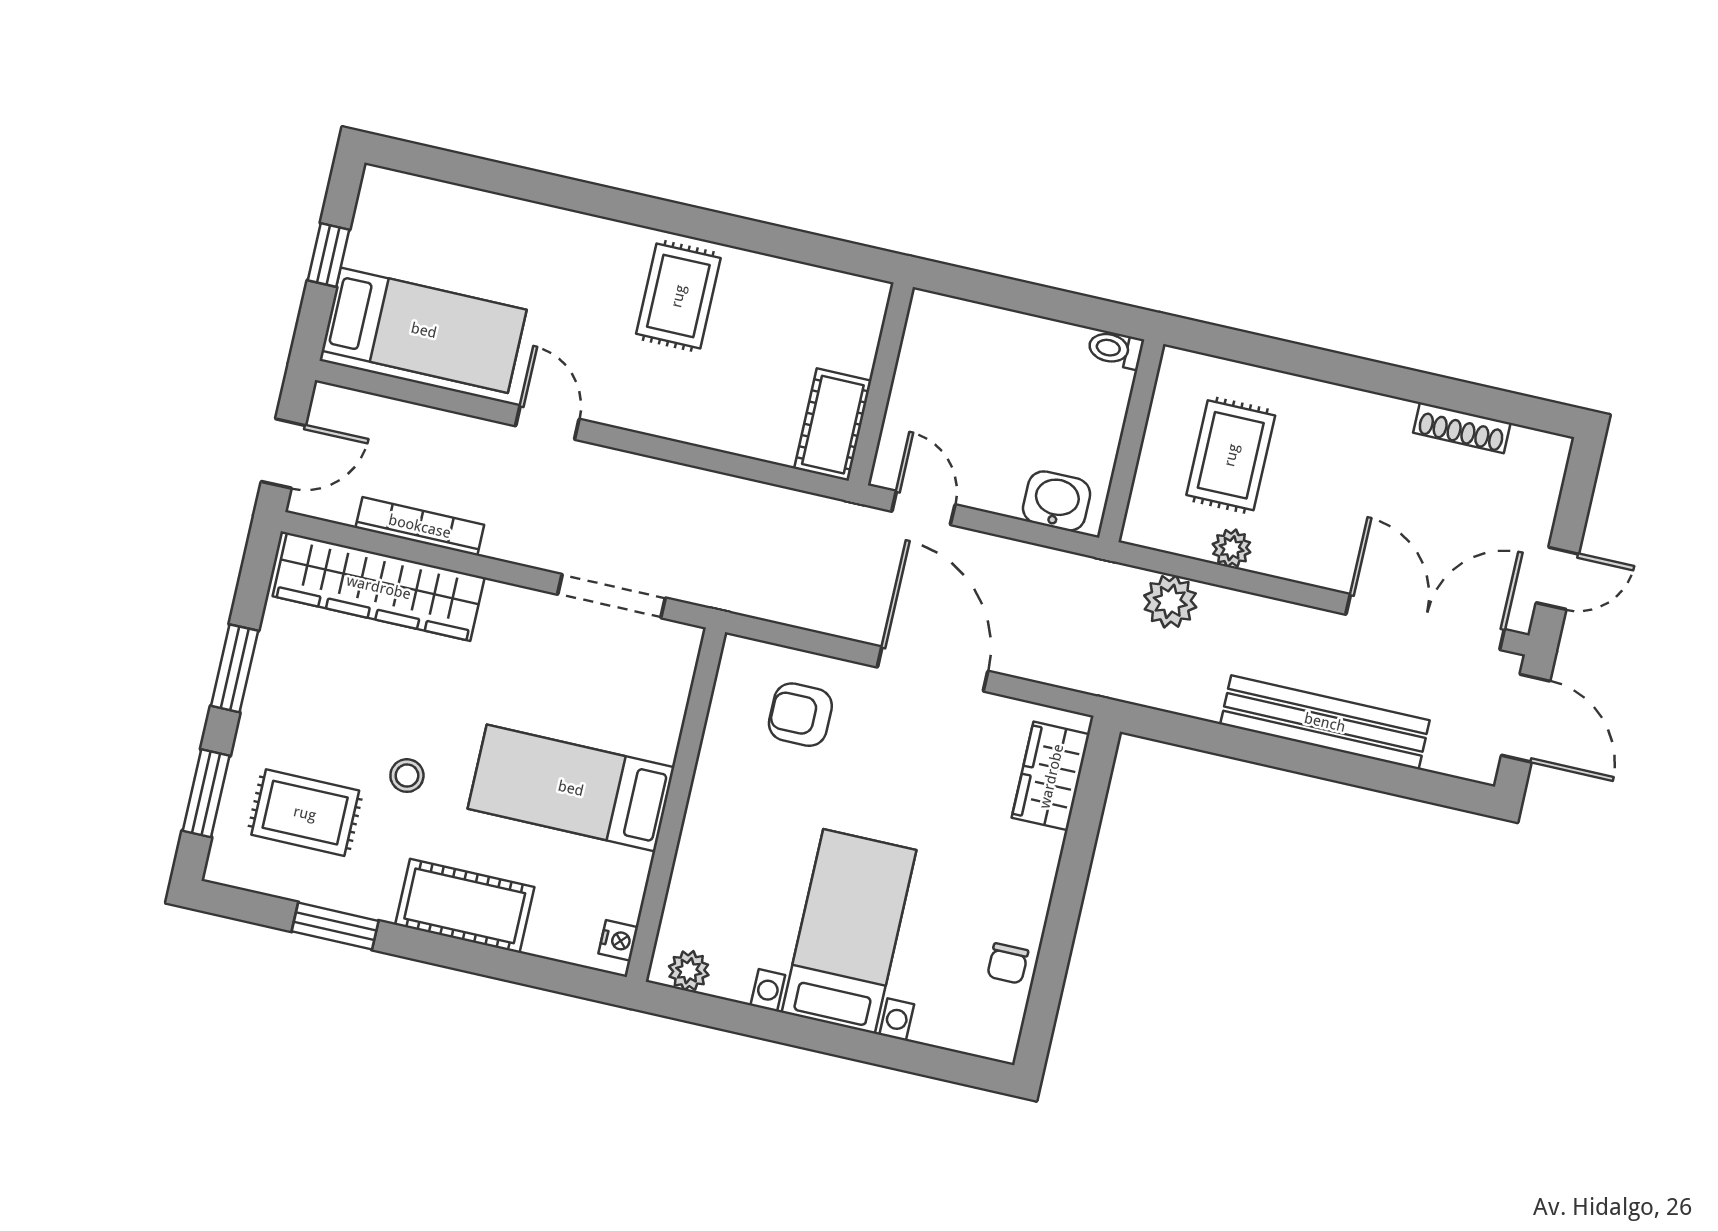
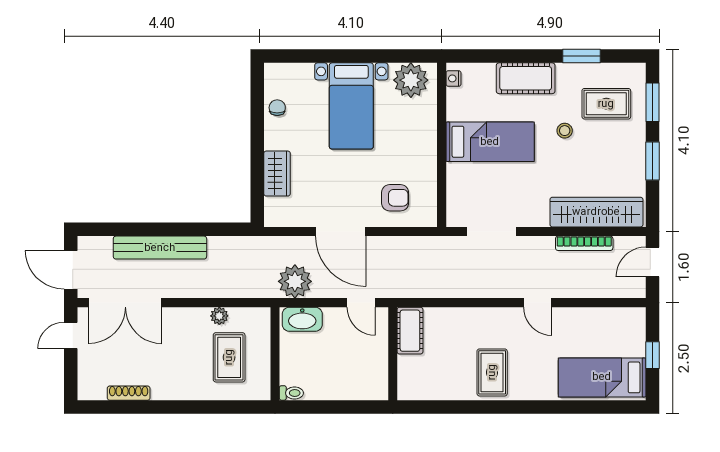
bed: (424, 330) -> (602, 377), moved
washbasin: (1057, 501) -> (302, 319), width x1.38
plant: (1170, 601) -> (295, 281), moved, width x1.36, depth x1.36
wardrobe: (1051, 776) -> (277, 174), moved
plant: (689, 971) -> (411, 80), width x1.88, depth x1.88

